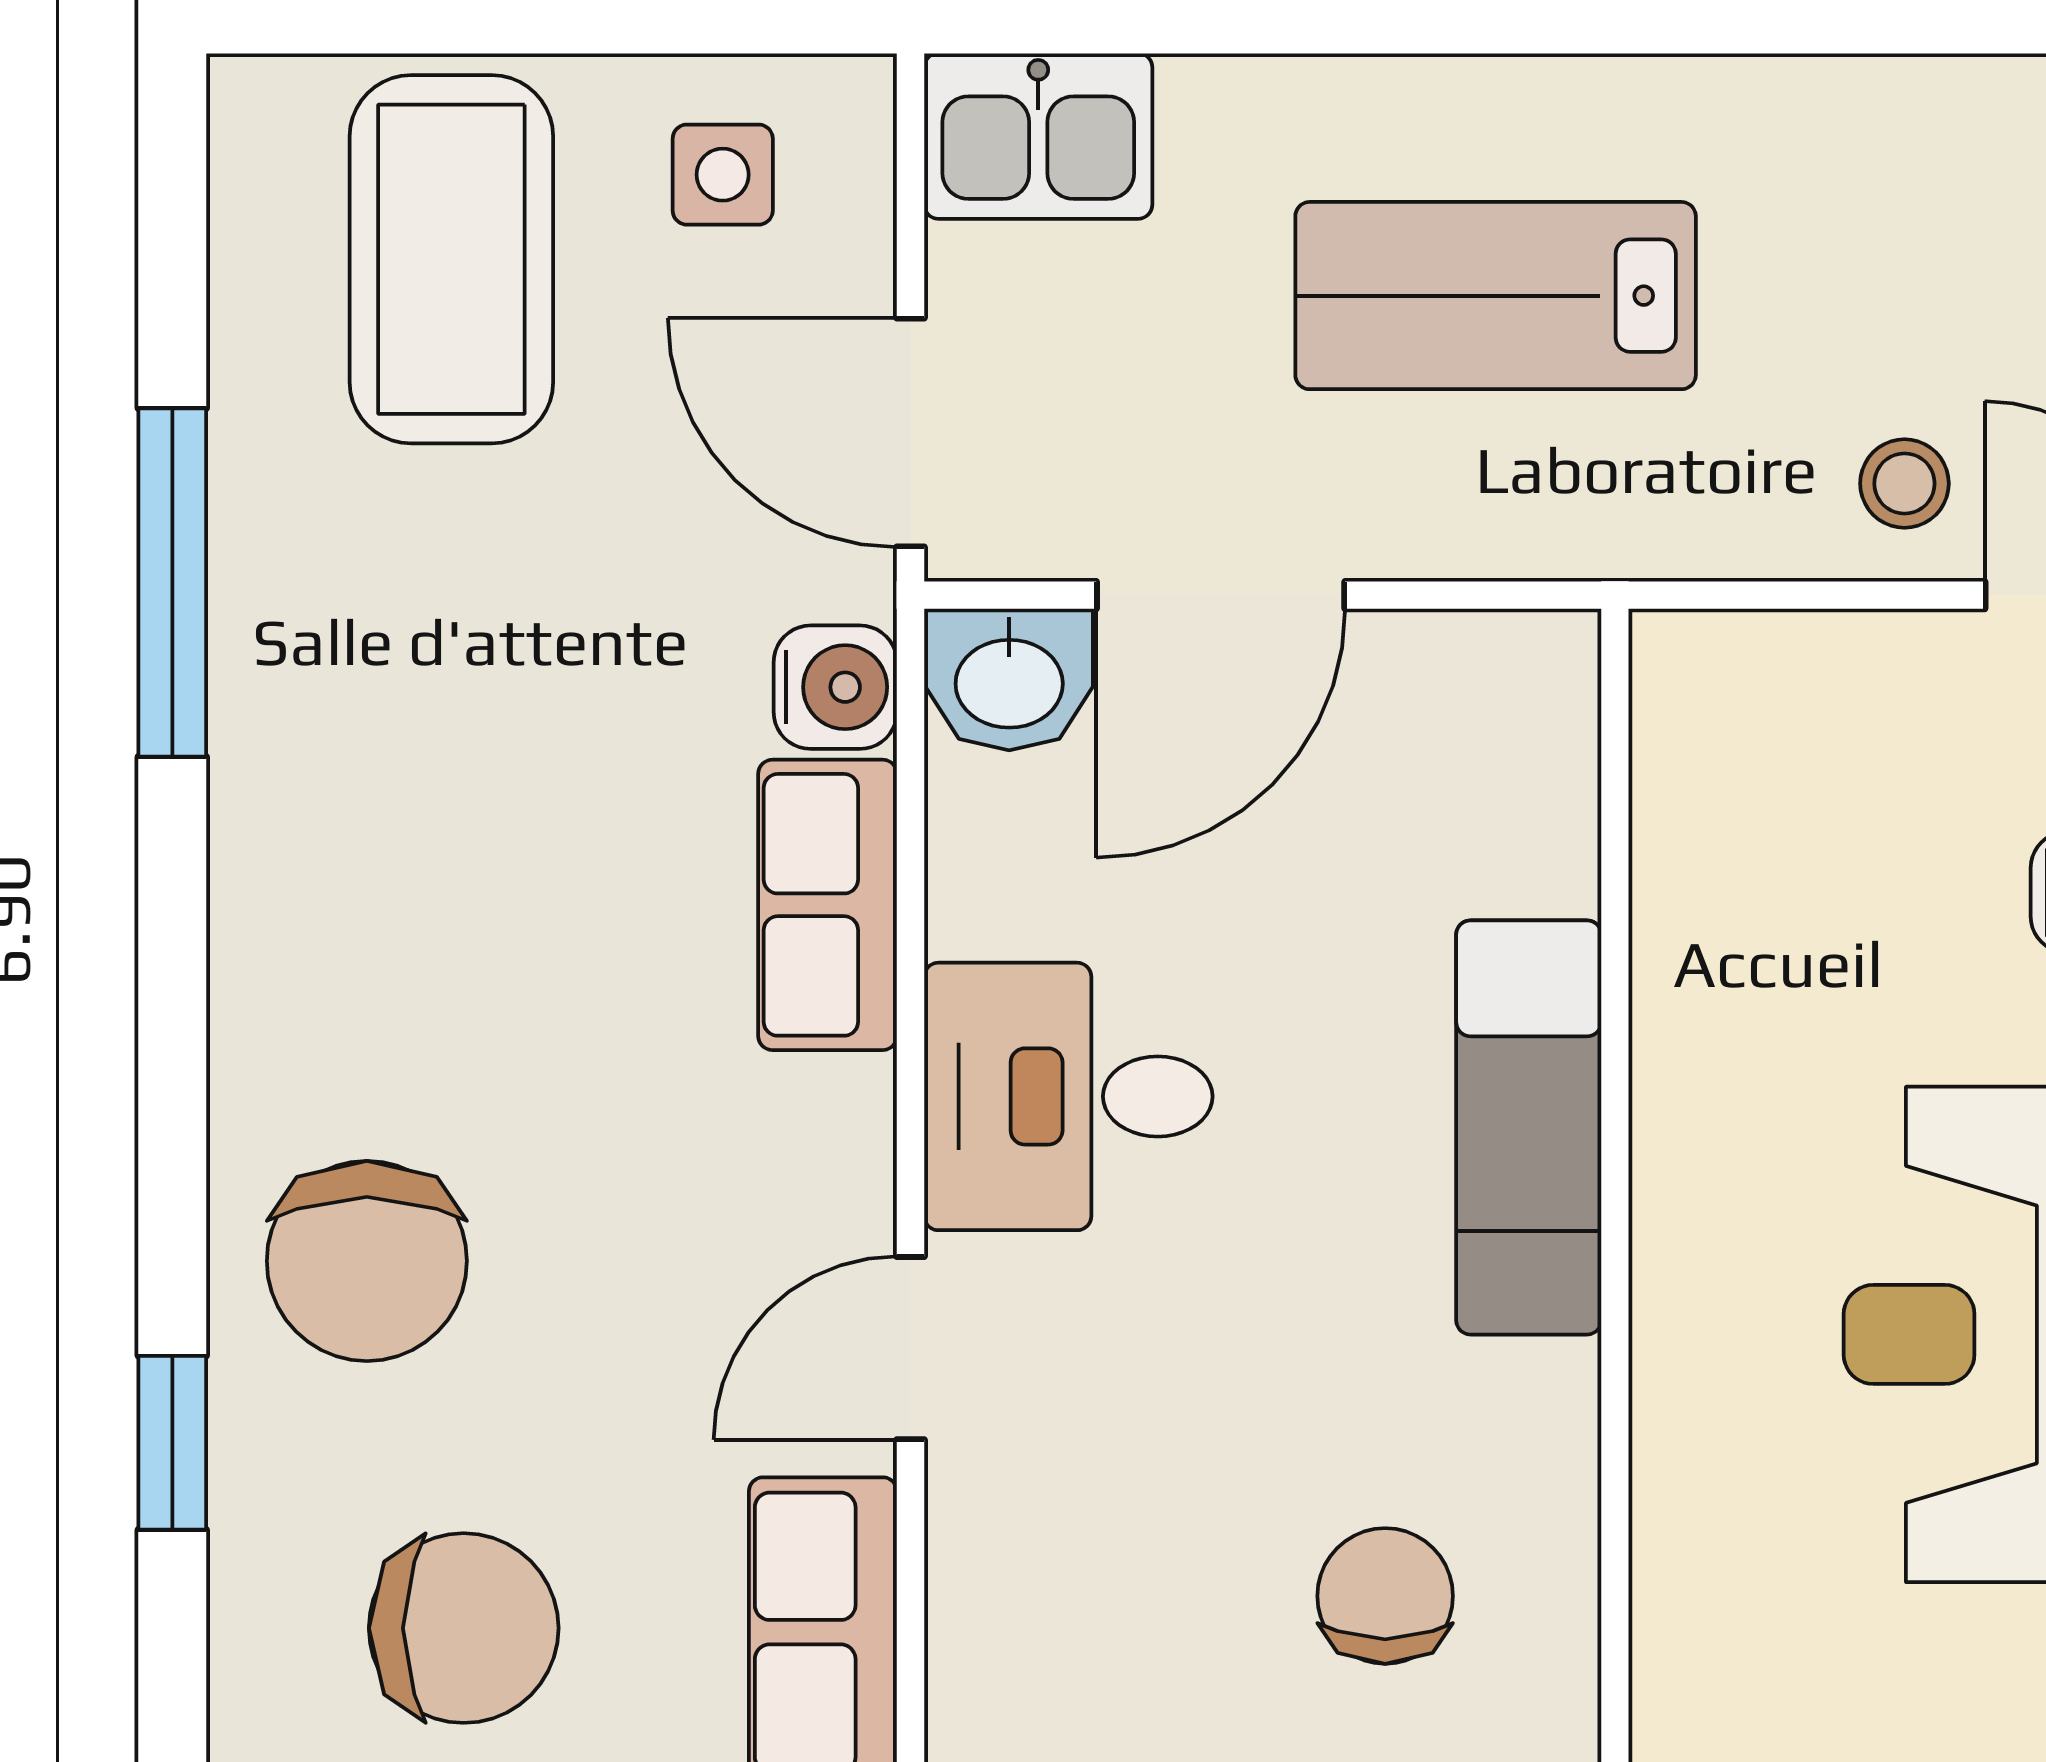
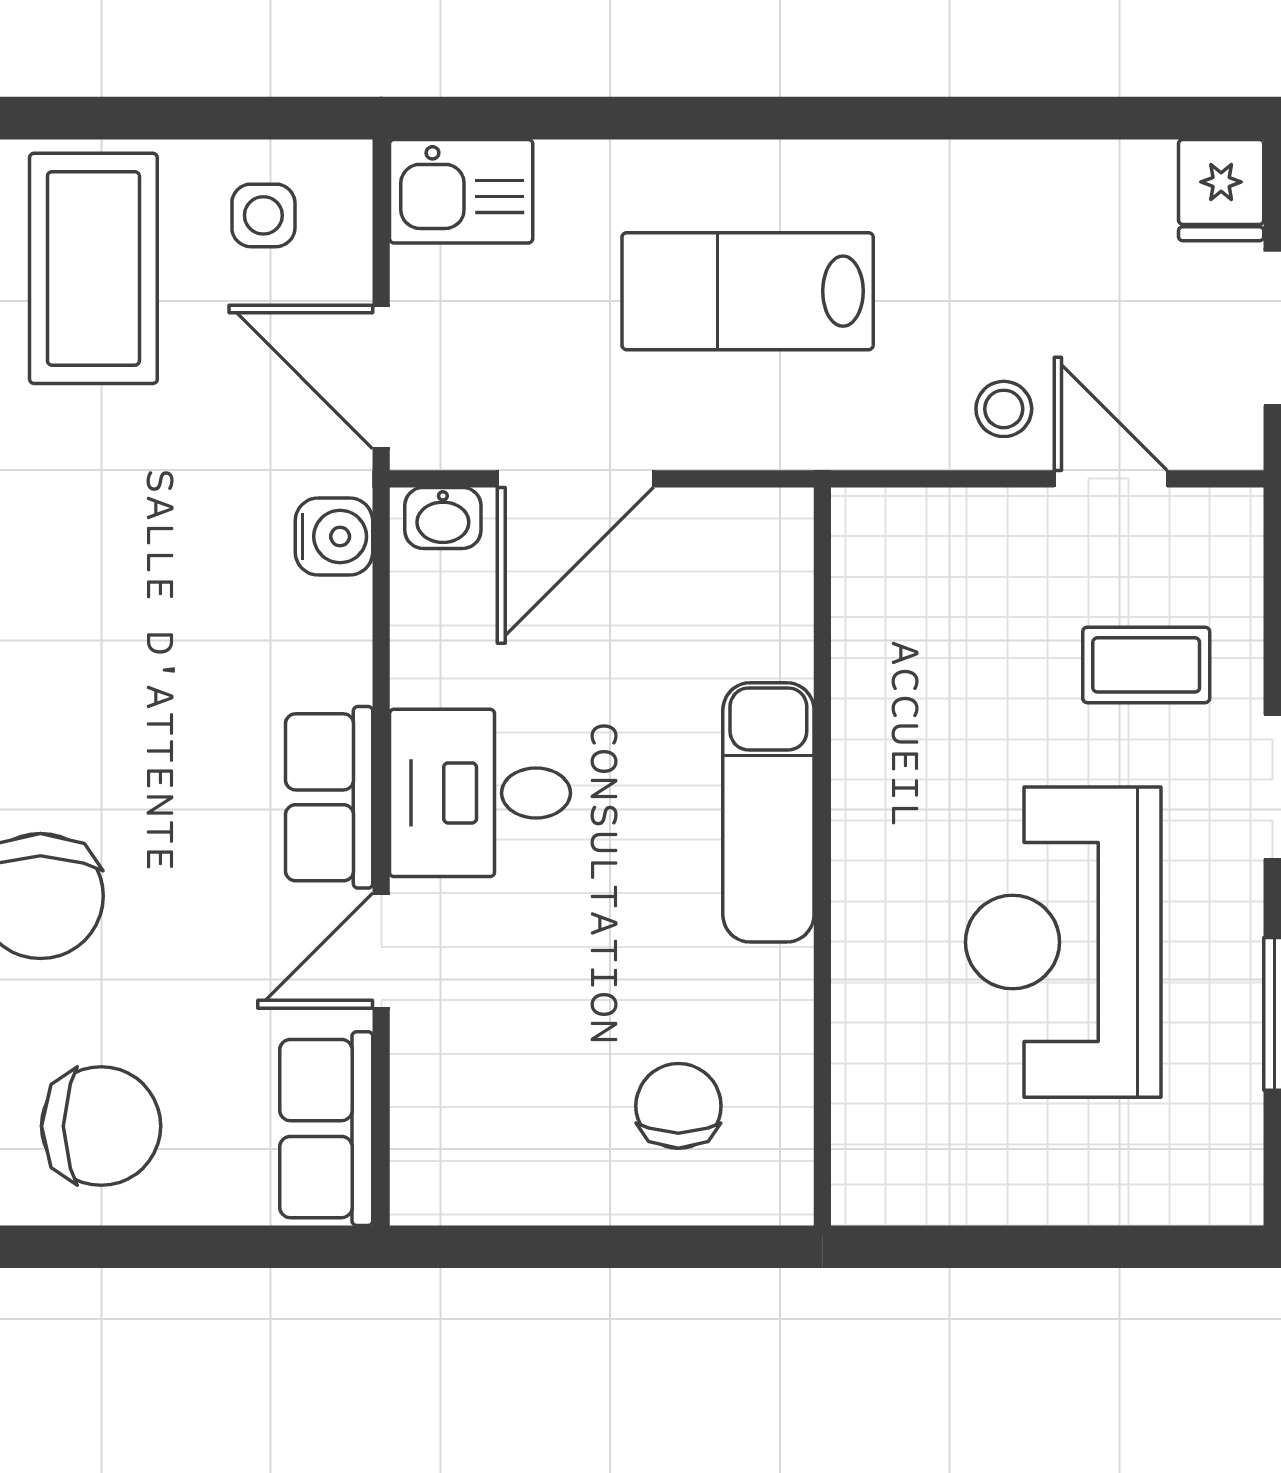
washbasin: (1009, 679) -> (443, 518), width x0.72, depth x0.69
row of seats: (828, 905) -> (329, 797), moved

